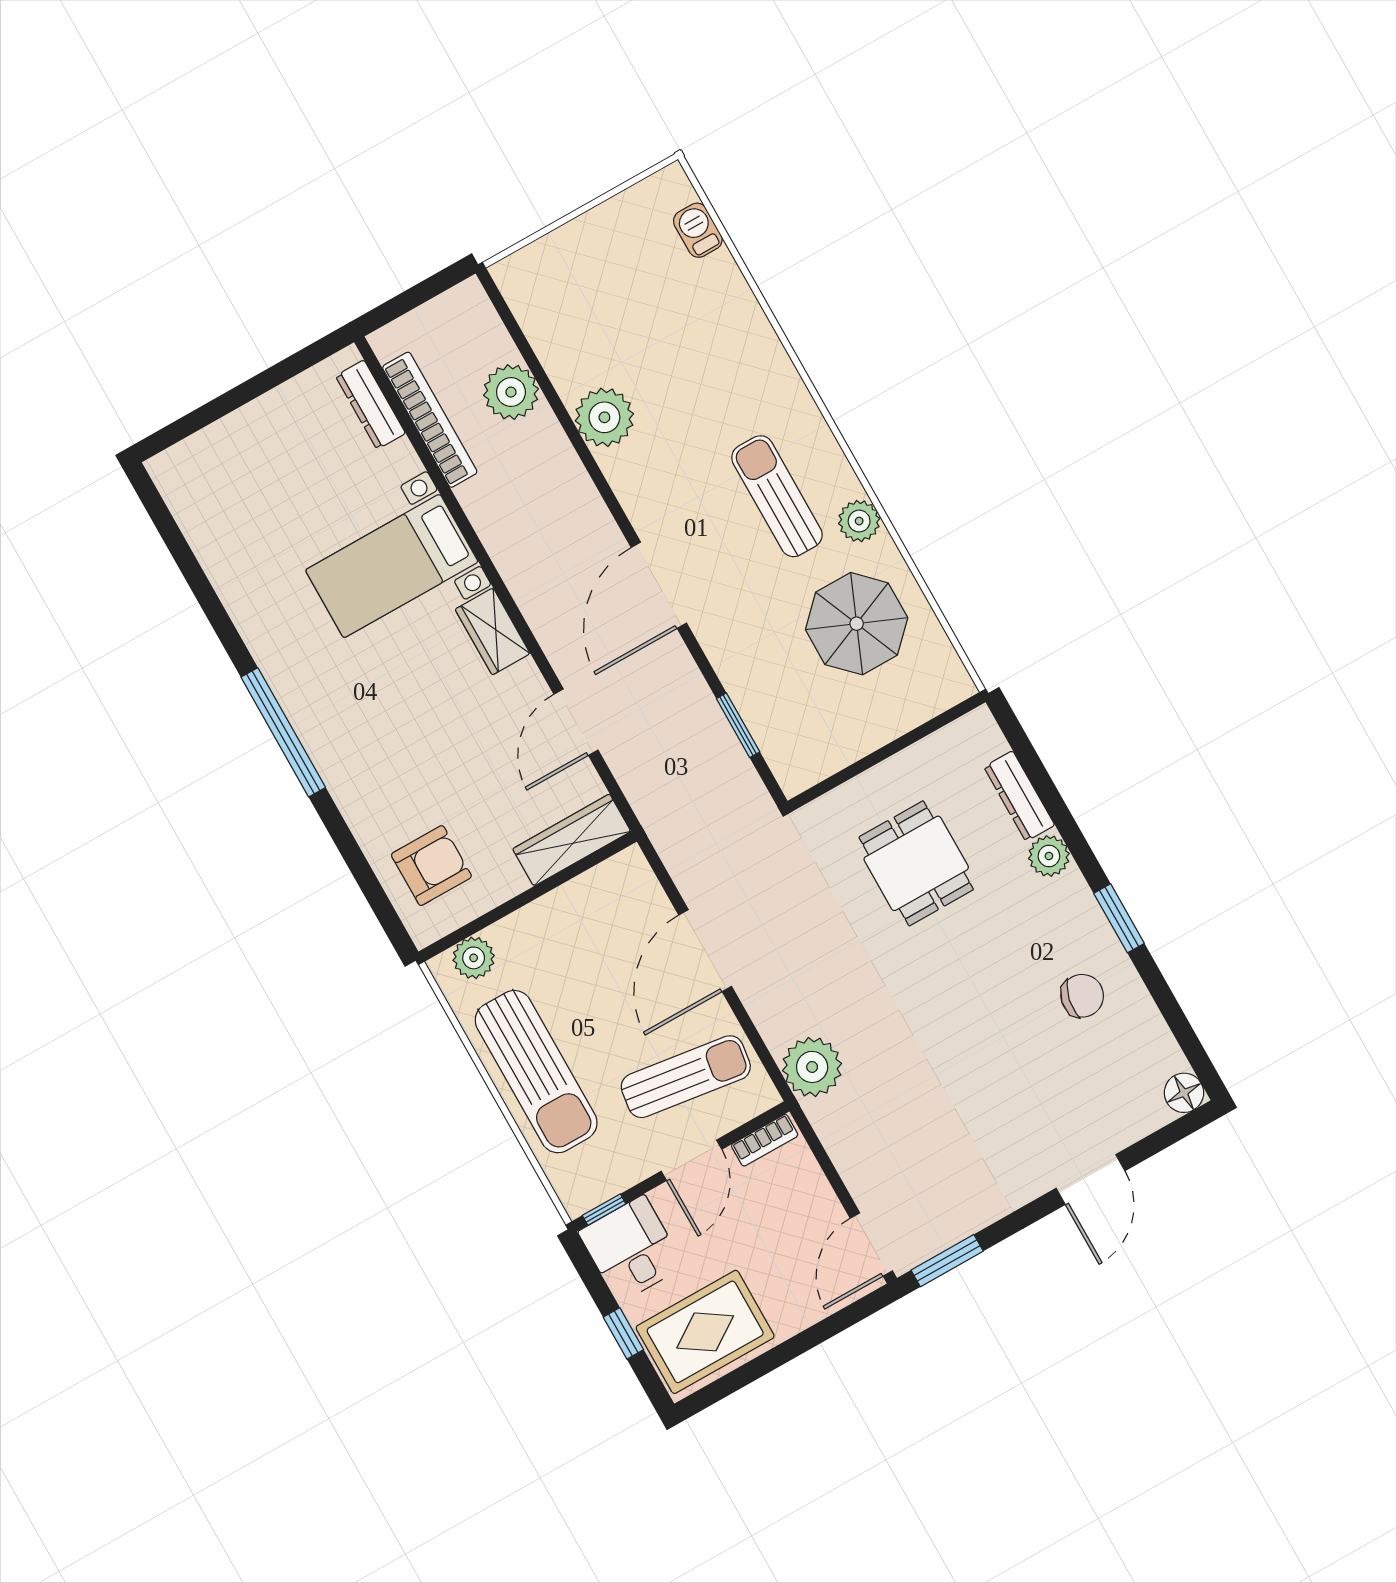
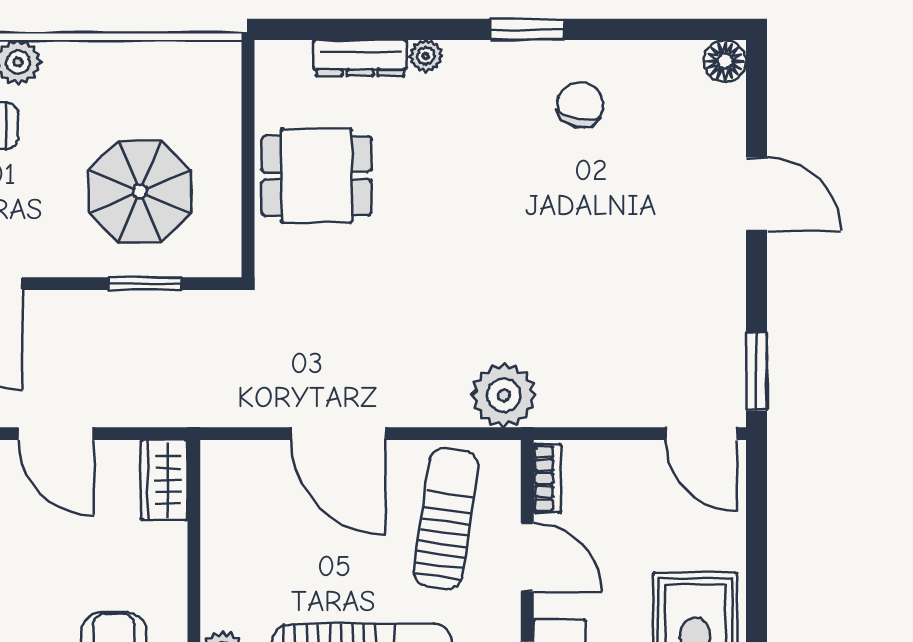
parasol: (857, 624) -> (140, 191), moved
wardrobe: (572, 840) -> (164, 480), width x0.67
plant: (1049, 856) -> (426, 56), width x0.73, depth x0.73
dining table: (916, 863) -> (316, 176), moved

